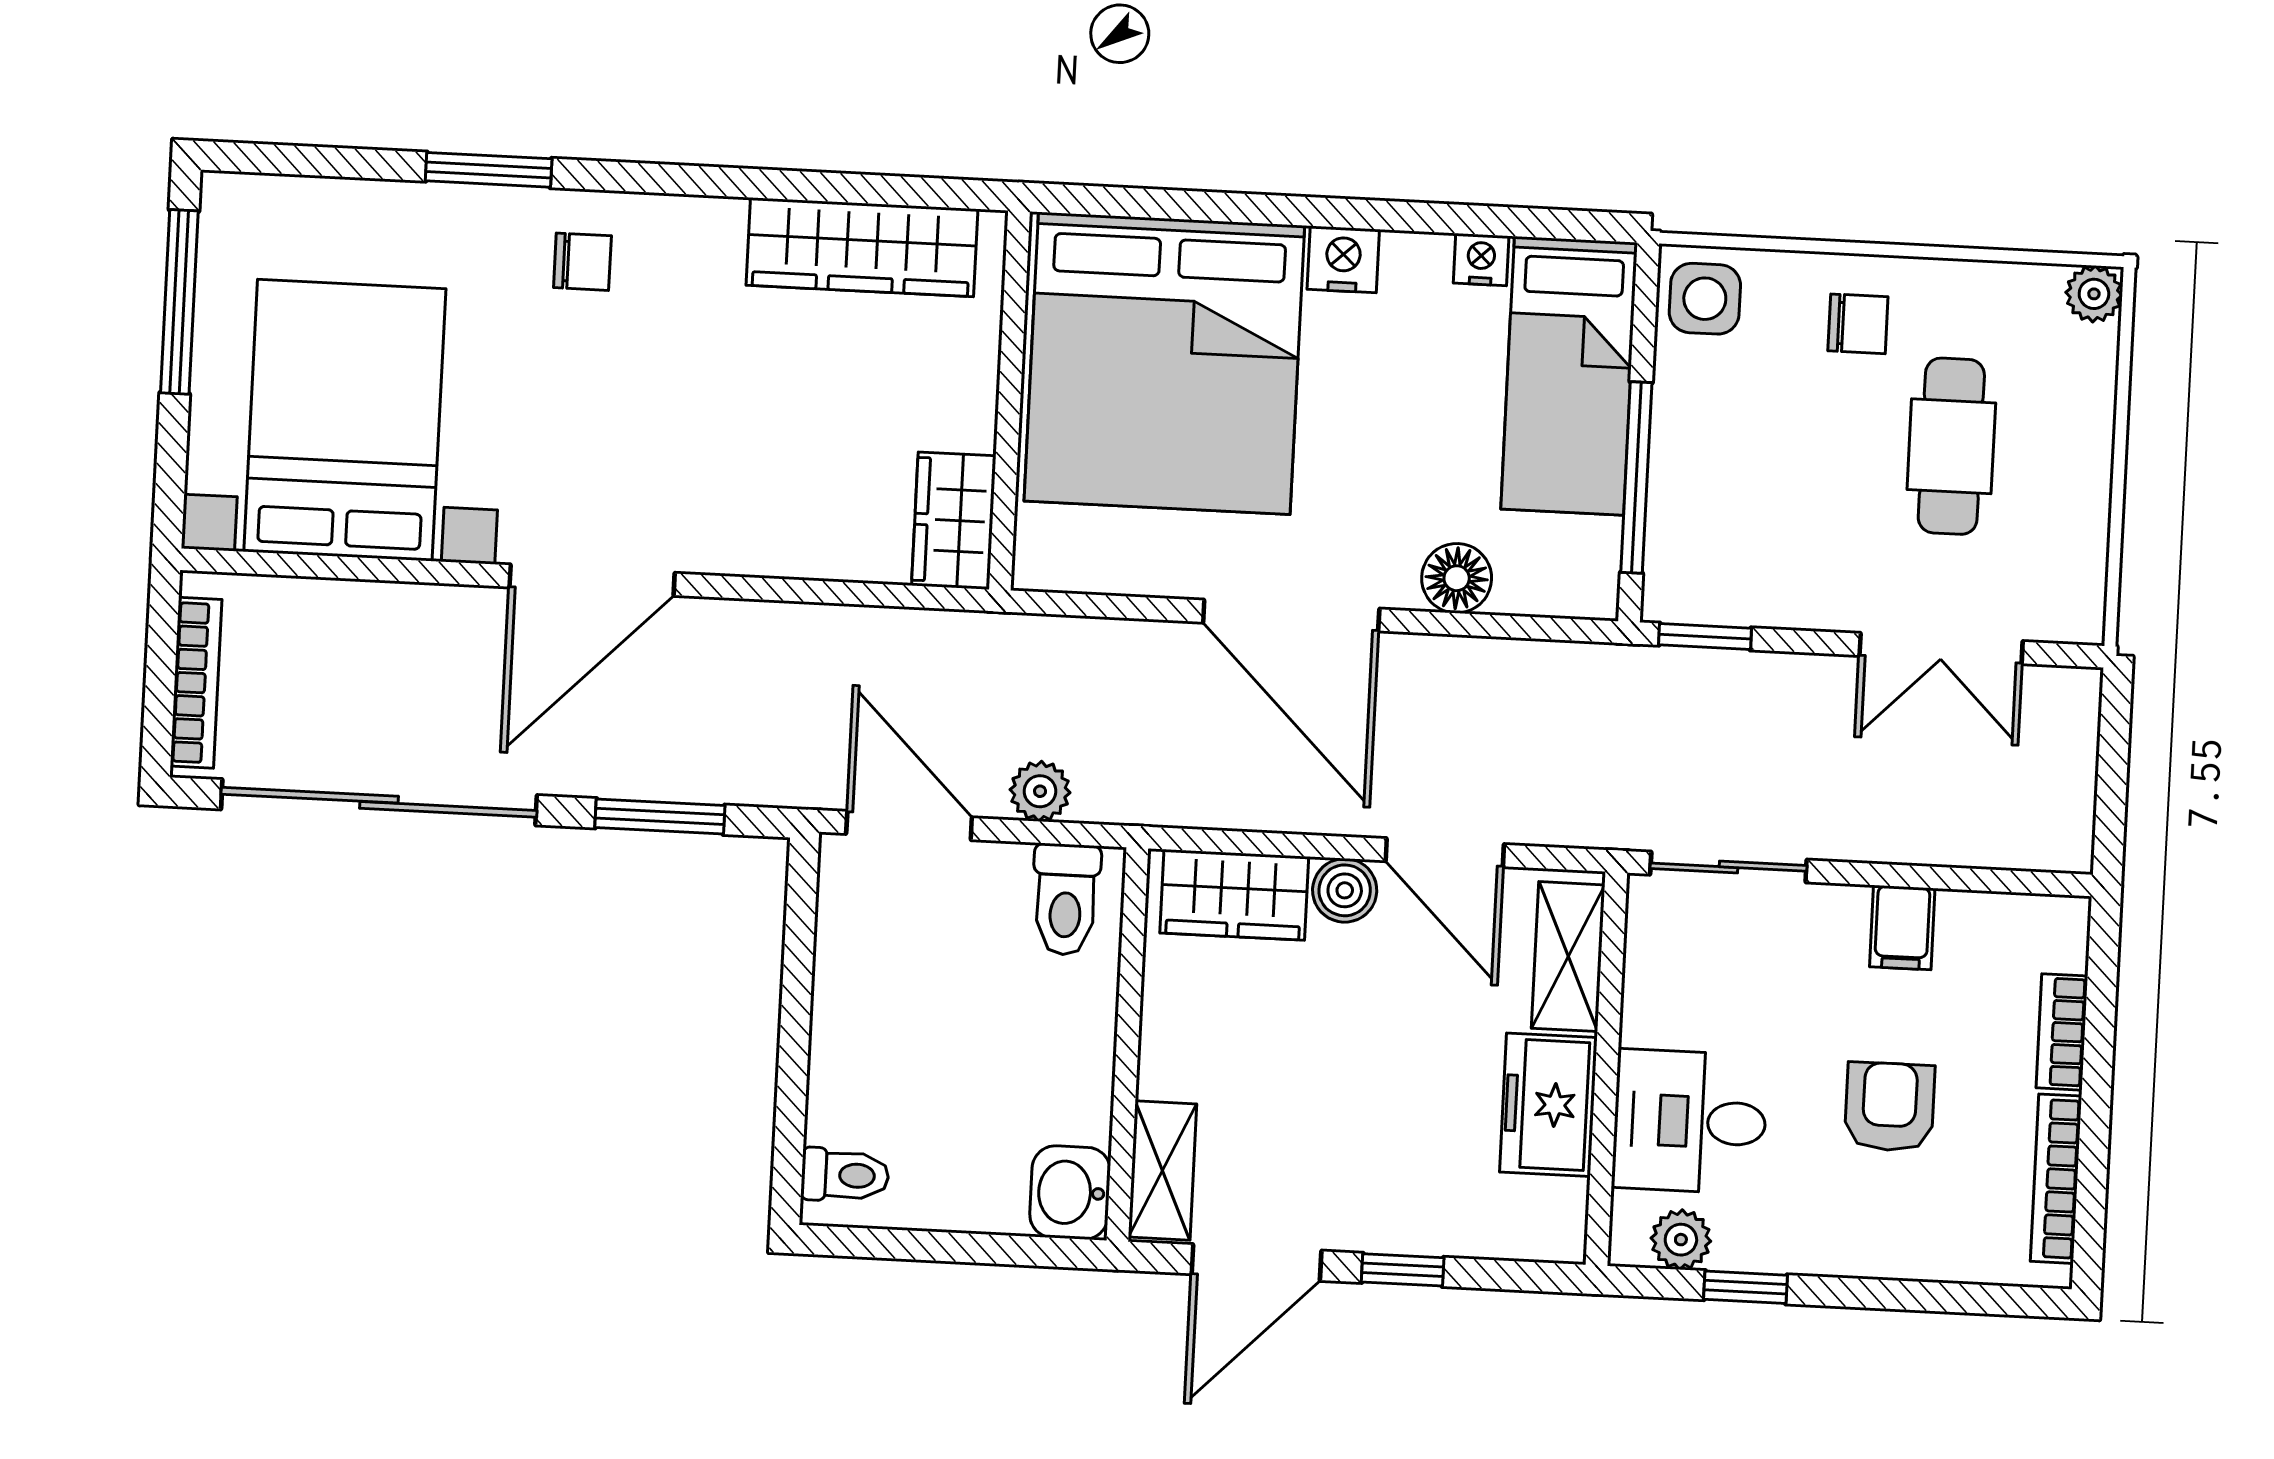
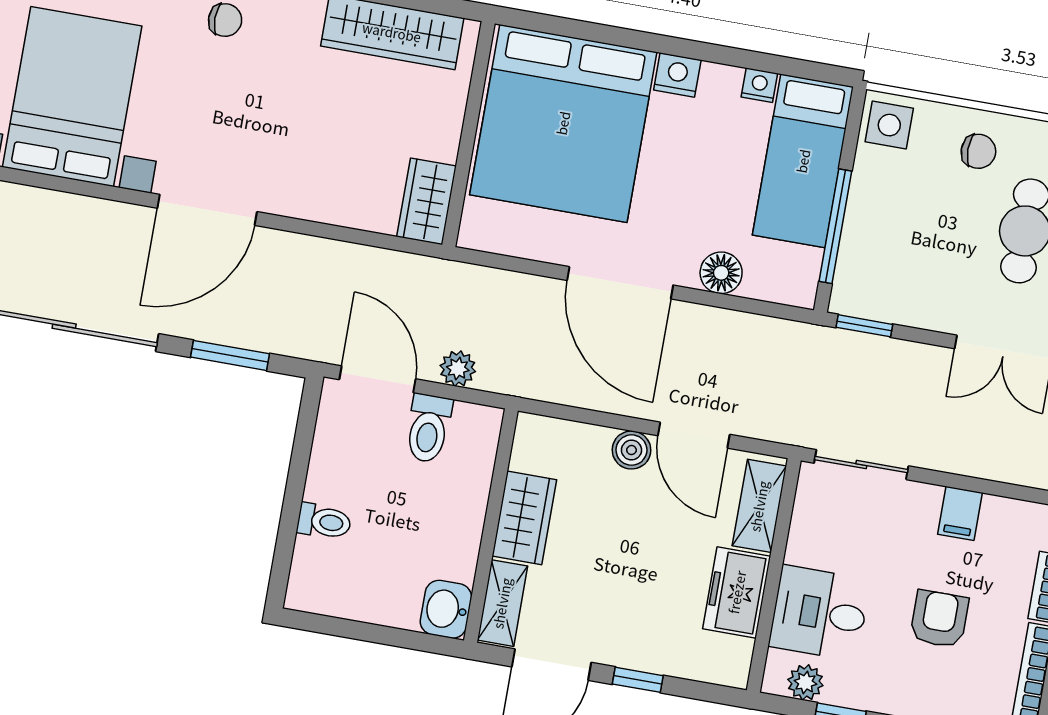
wardrobe: (1234, 895) -> (524, 518), moved, turned -90
toilet: (1066, 899) -> (428, 428), moved
toilet: (845, 1175) -> (324, 522), moved

